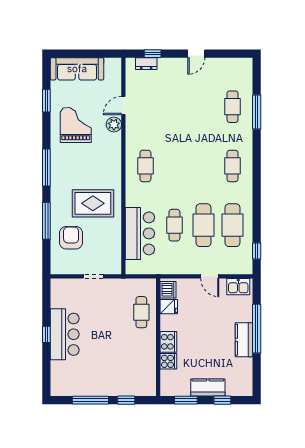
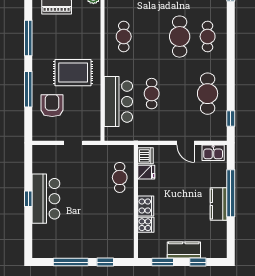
cafe table: (203, 225) -> (180, 37), moved

